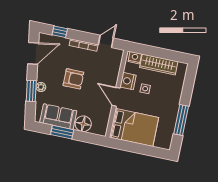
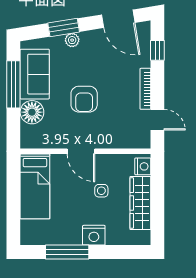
armchair: (73, 79) -> (84, 99), moved
nightstand: (128, 81) -> (94, 235), moved, turned 180
door: (116, 97) -> (81, 151), swing flipped
bed: (134, 127) -> (35, 186), width x0.67
window: (62, 132) -> (13, 84), width x1.44

